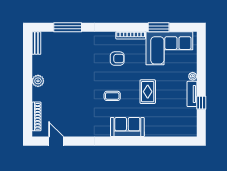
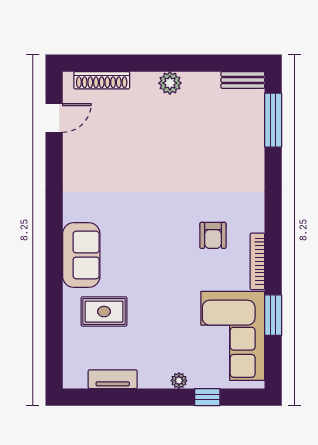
window: (68, 27) -> (273, 120), moved
rug: (148, 92) -> (104, 312), moved
tv unit: (192, 94) -> (113, 379), moved
coffee table: (112, 96) -> (141, 226), removed
window: (201, 103) -> (207, 397), moved

